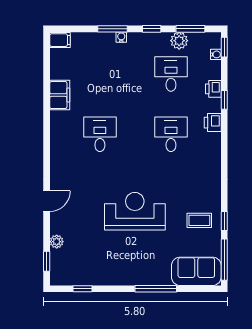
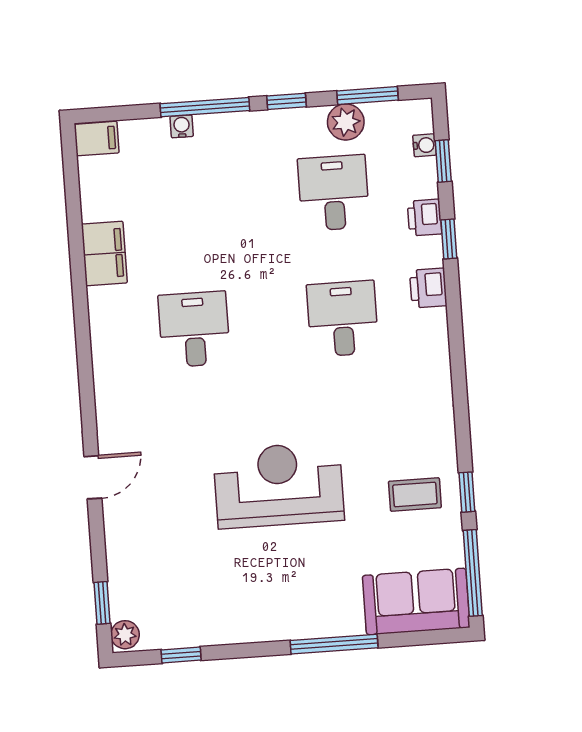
window: (113, 29) -> (205, 107), width x1.44
water cooler: (121, 37) -> (182, 126), moved
window: (224, 47) -> (443, 161), moved
plant: (57, 242) -> (125, 635), moved

